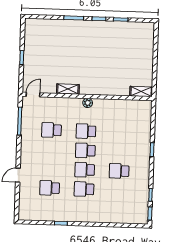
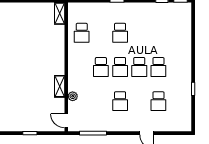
plant: (88, 103) -> (73, 96), moved
school desk: (121, 113) -> (82, 33), added
school desk: (52, 130) -> (120, 101), moved
school desk: (119, 171) -> (120, 33), moved

